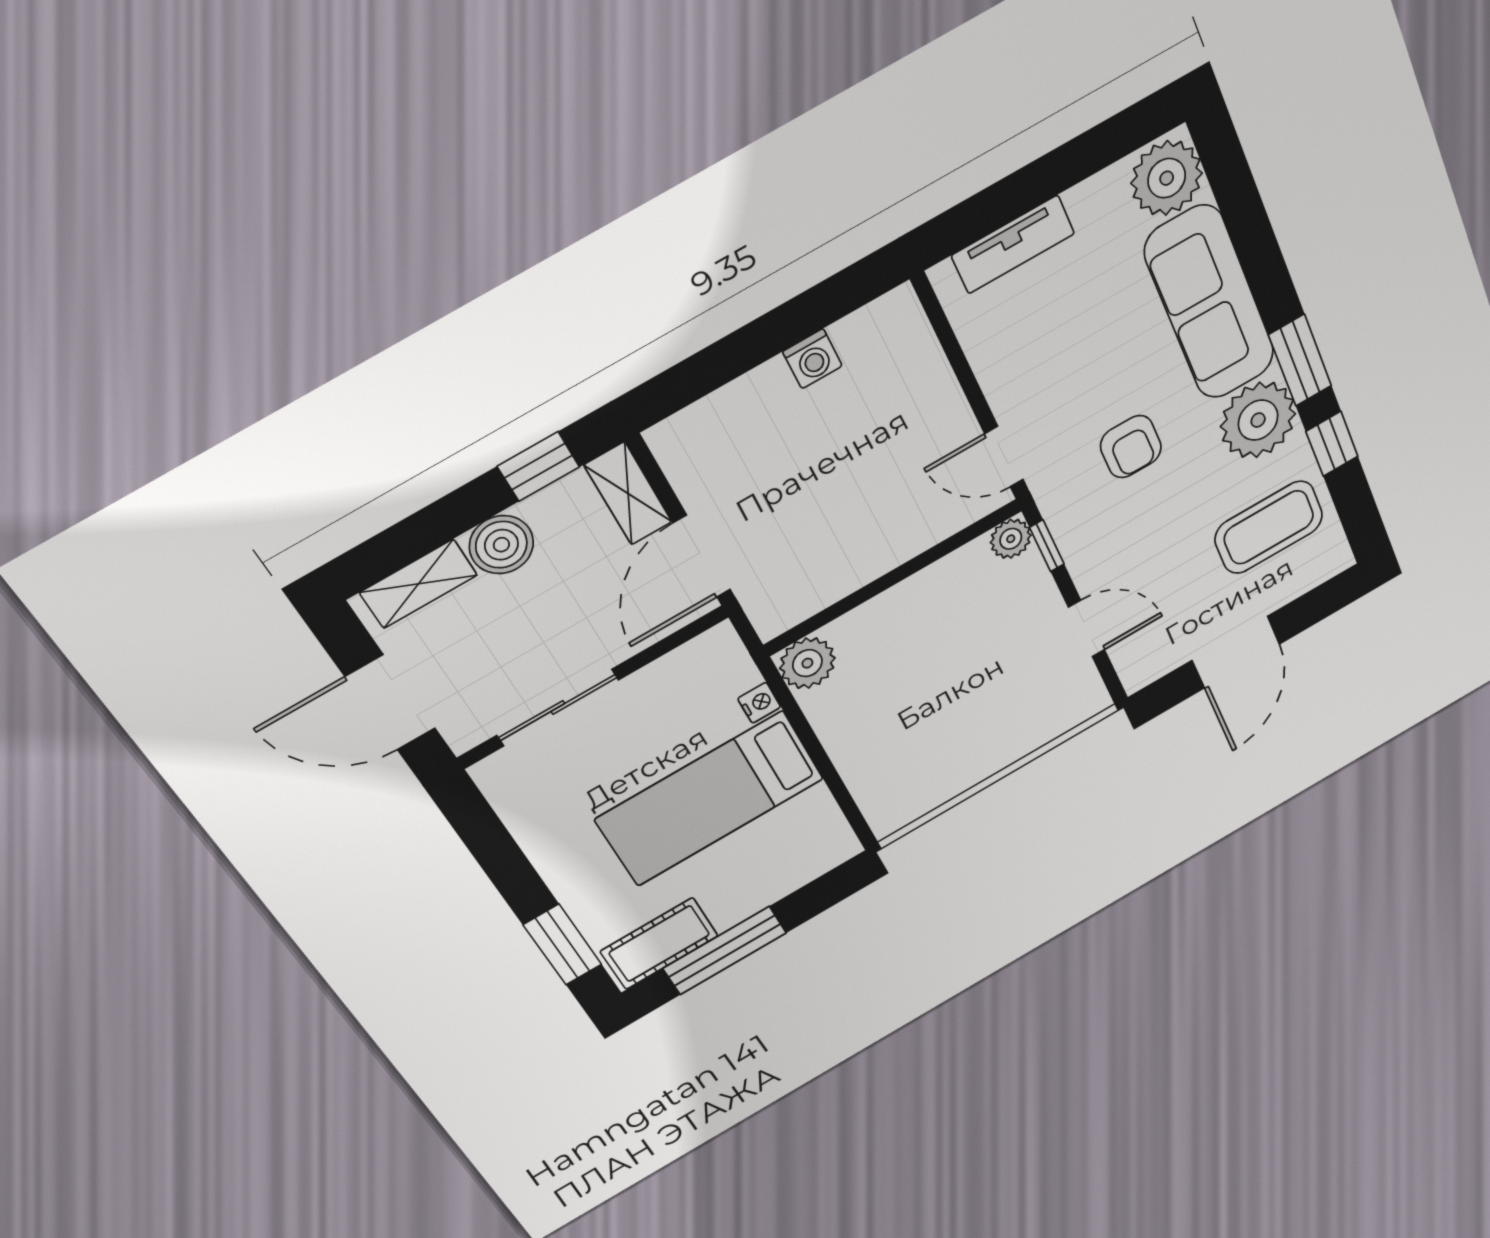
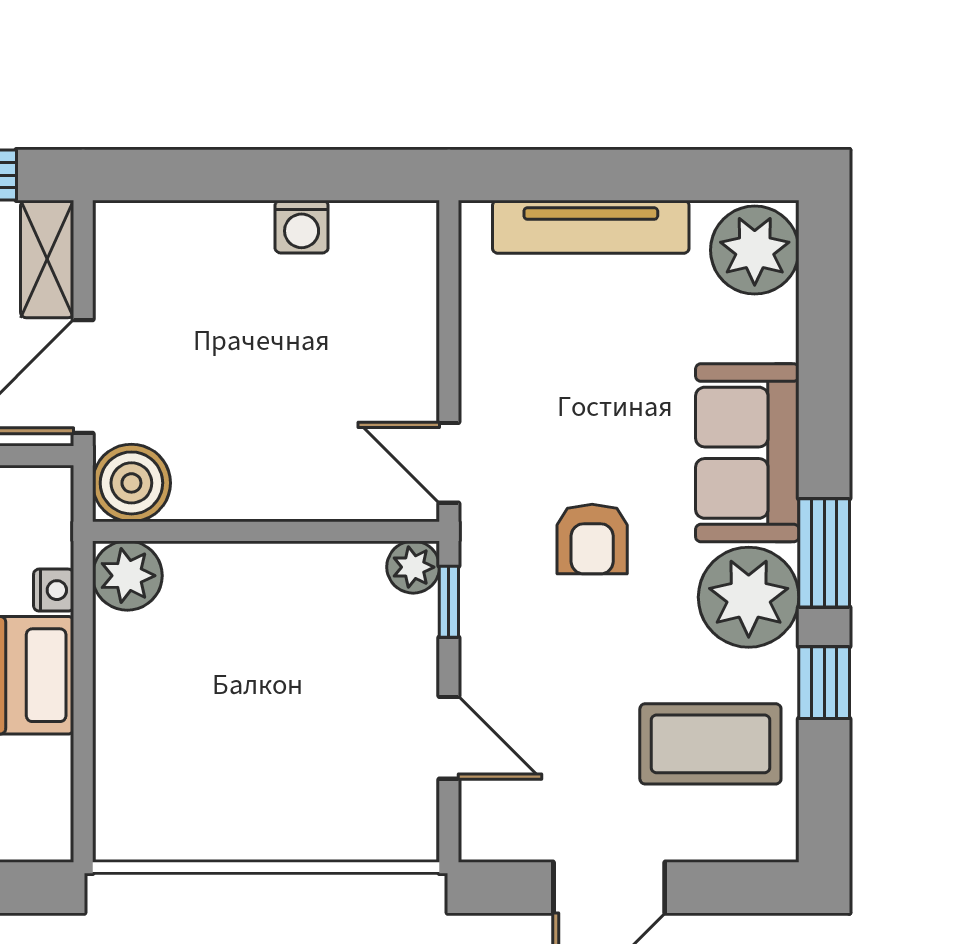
tv unit: (1013, 245) -> (591, 227), width x1.41
sofa: (1210, 303) -> (747, 453), width x0.73
boiler: (778, 604) -> (131, 483), added

